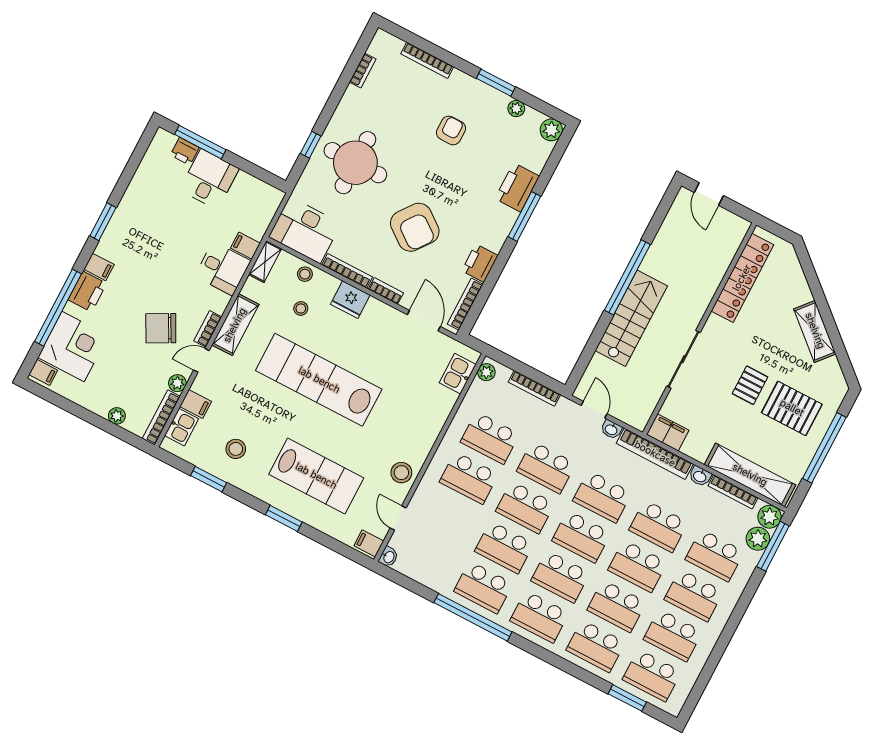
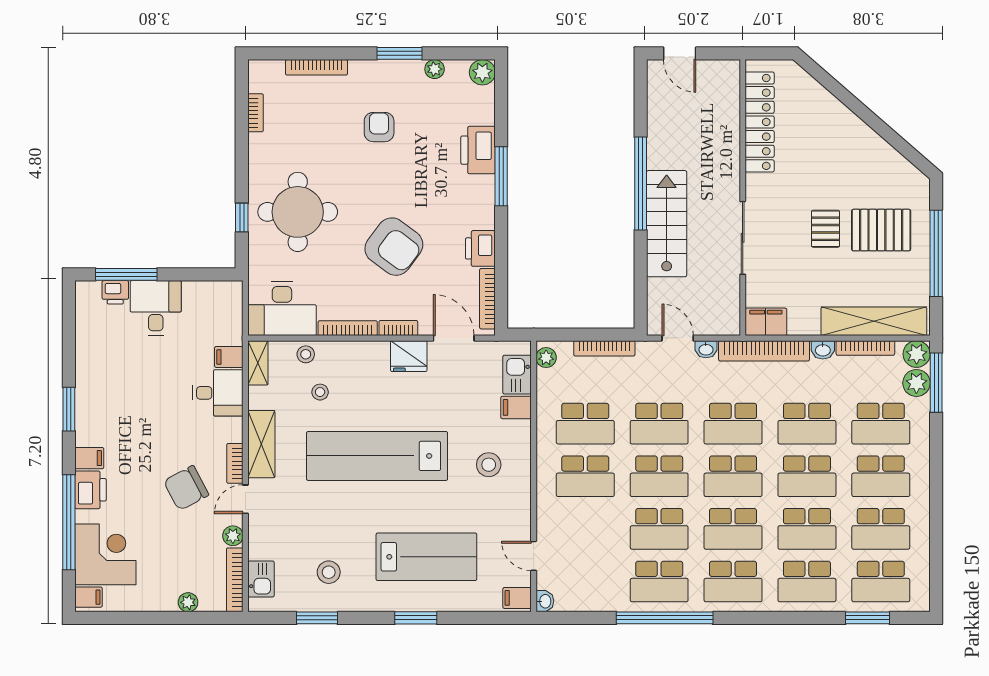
fridge: (350, 300) -> (409, 356), moved
shelving: (815, 331) -> (863, 138), removed
filing cabinet: (196, 404) -> (516, 407), moved, turned 180
stool: (401, 473) -> (489, 465), moved

